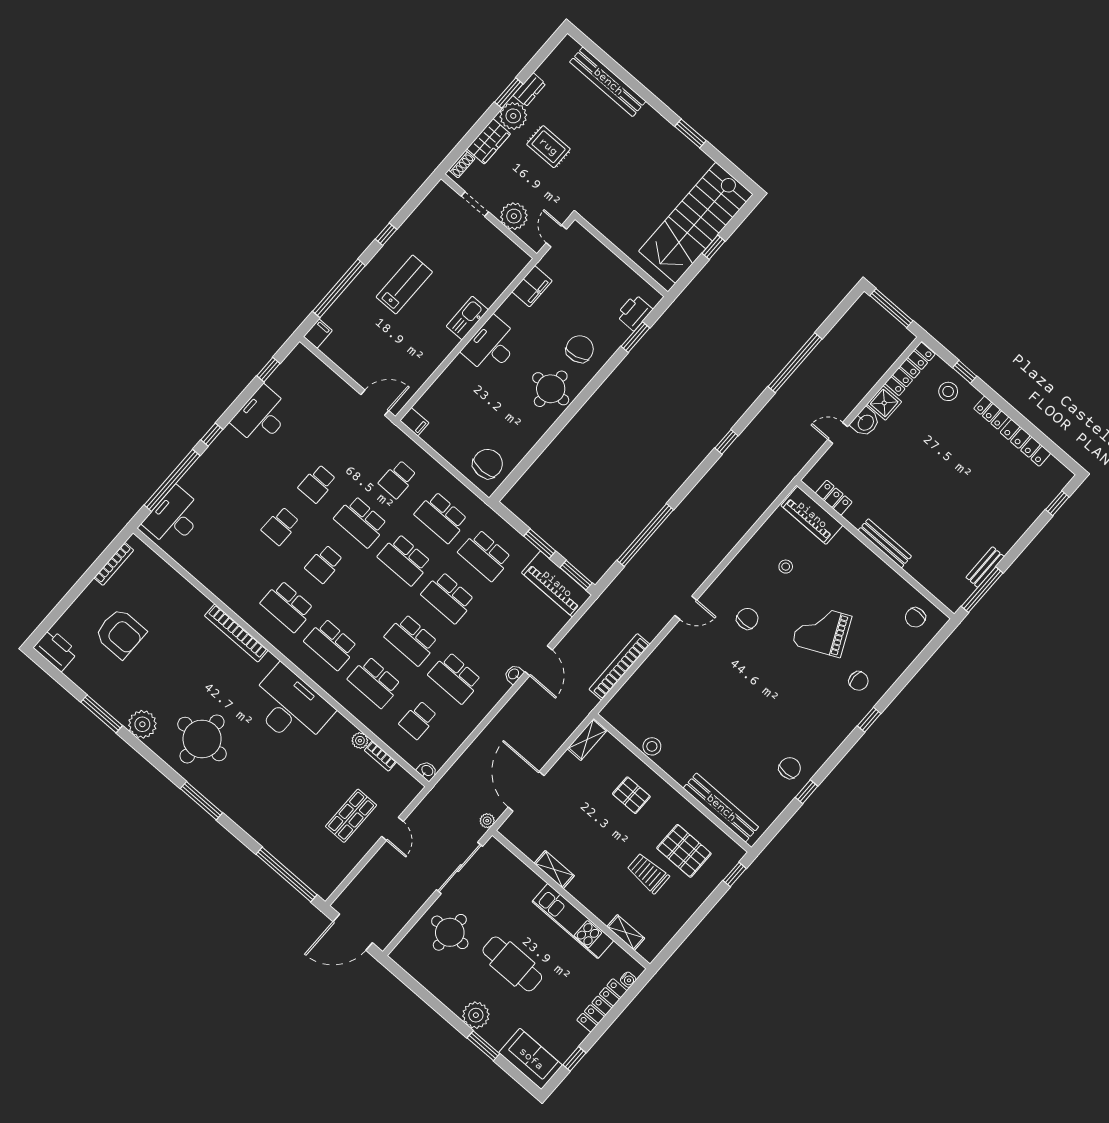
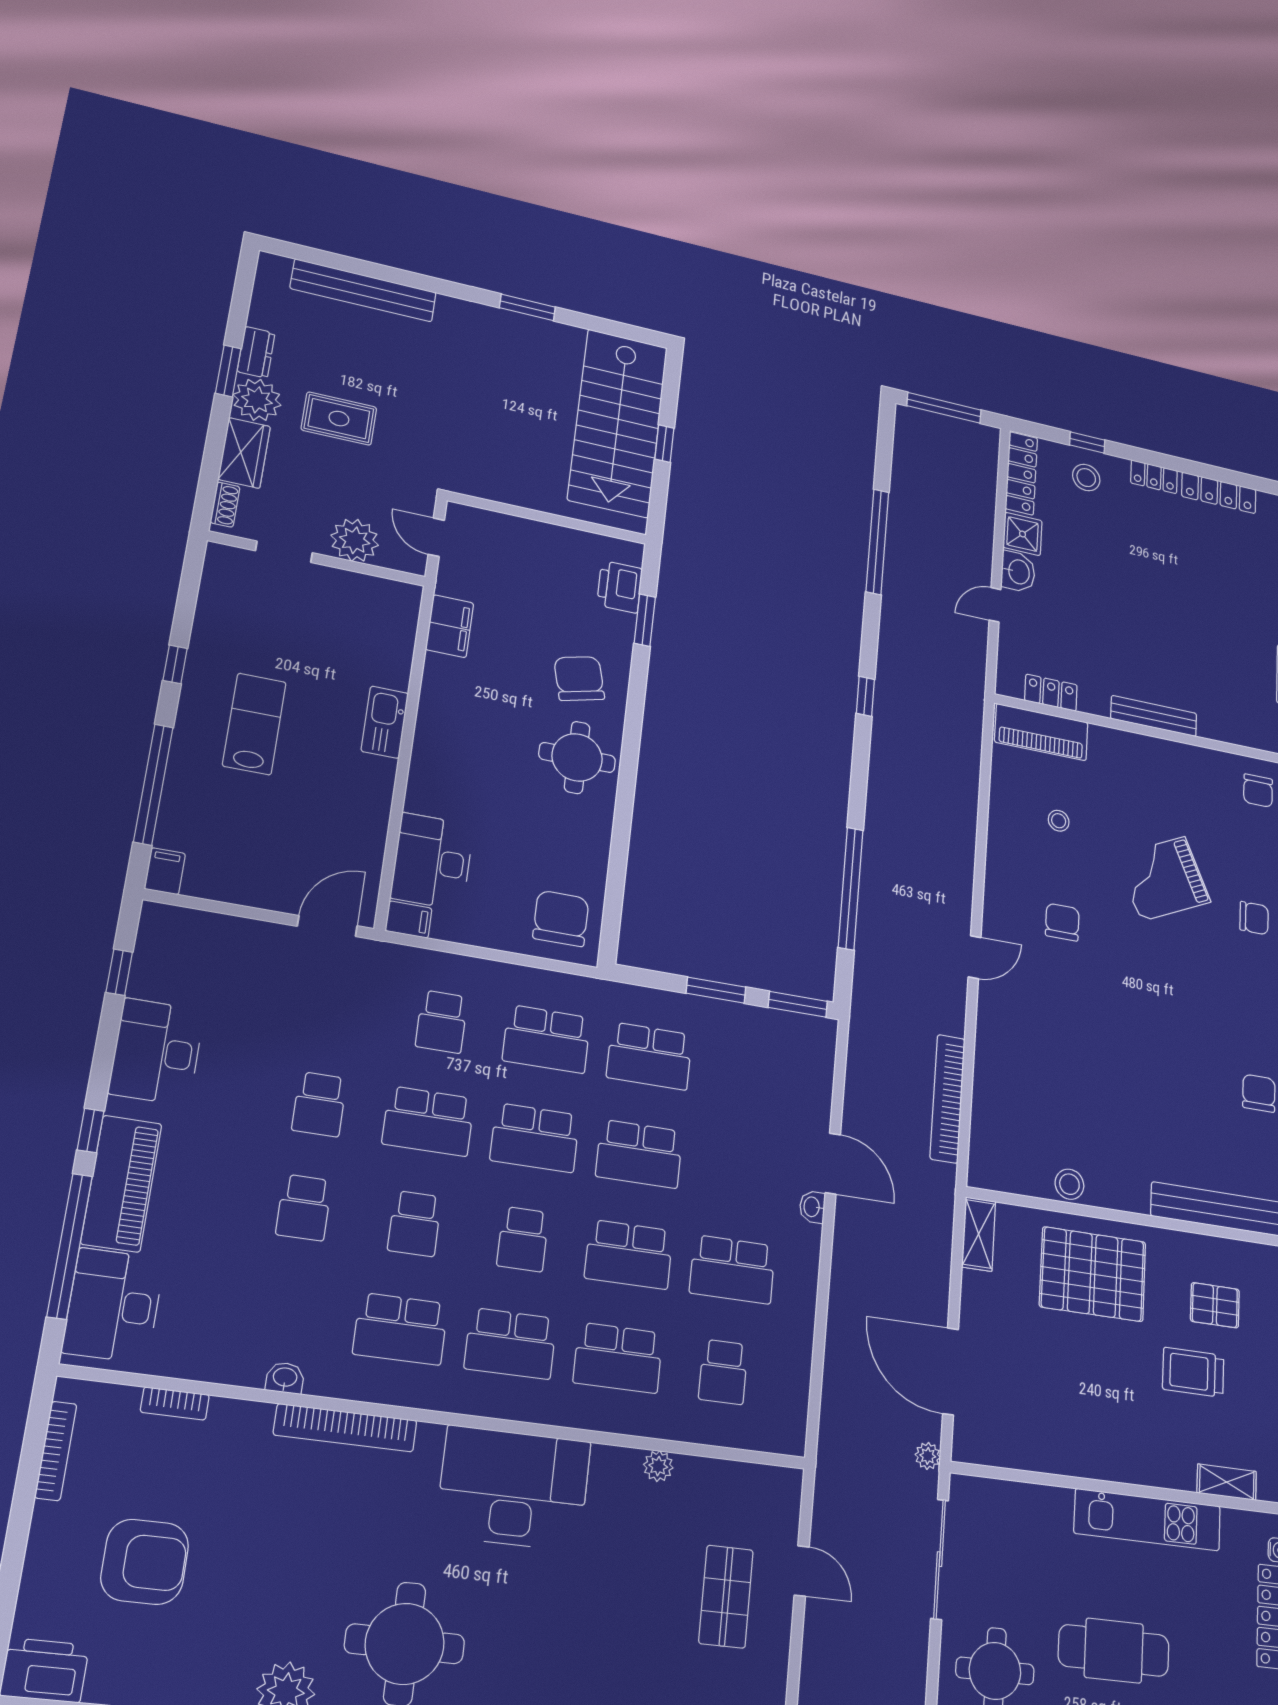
desk: (491, 346) -> (432, 861), moved
piano: (557, 584) -> (121, 1183), moved, turned -90
school desk: (368, 602) -> (523, 1239), added
bookcase: (380, 756) -> (175, 1403), moved
washbasin: (427, 771) -> (285, 1378), moved
pallet: (631, 795) -> (1093, 1274), width x2.05, depth x2.00
pallet: (684, 851) -> (1215, 1305), width x0.67, depth x0.71
shelving: (554, 870) -> (1070, 1461), removed

